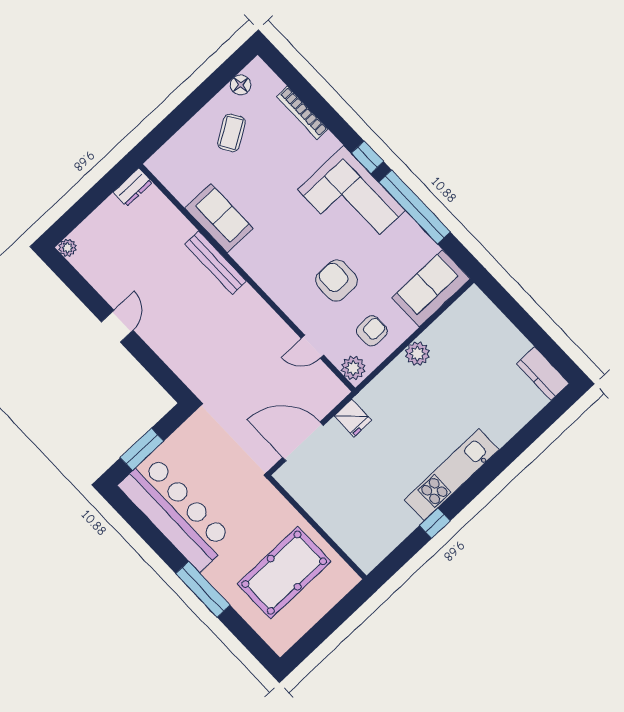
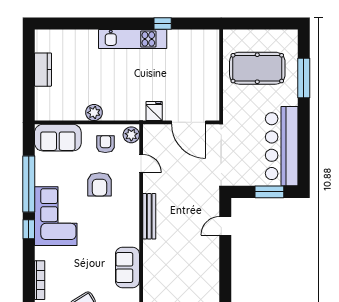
bench: (216, 263) -> (149, 216), moved
door: (117, 326) -> (225, 226), moved
armchair: (372, 331) -> (105, 144), turned 90
kitchen counter: (543, 373) -> (43, 70), moved
window: (203, 589) -> (304, 78), moved

